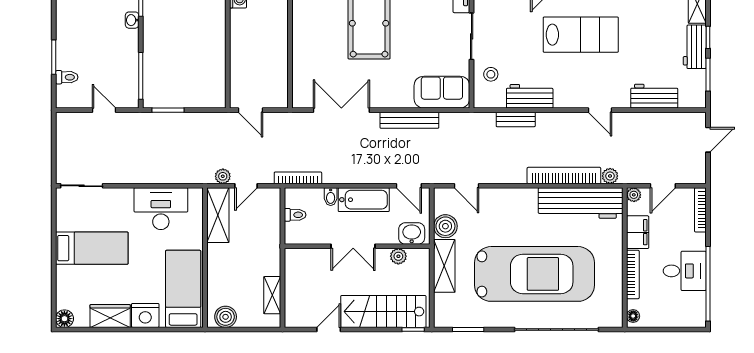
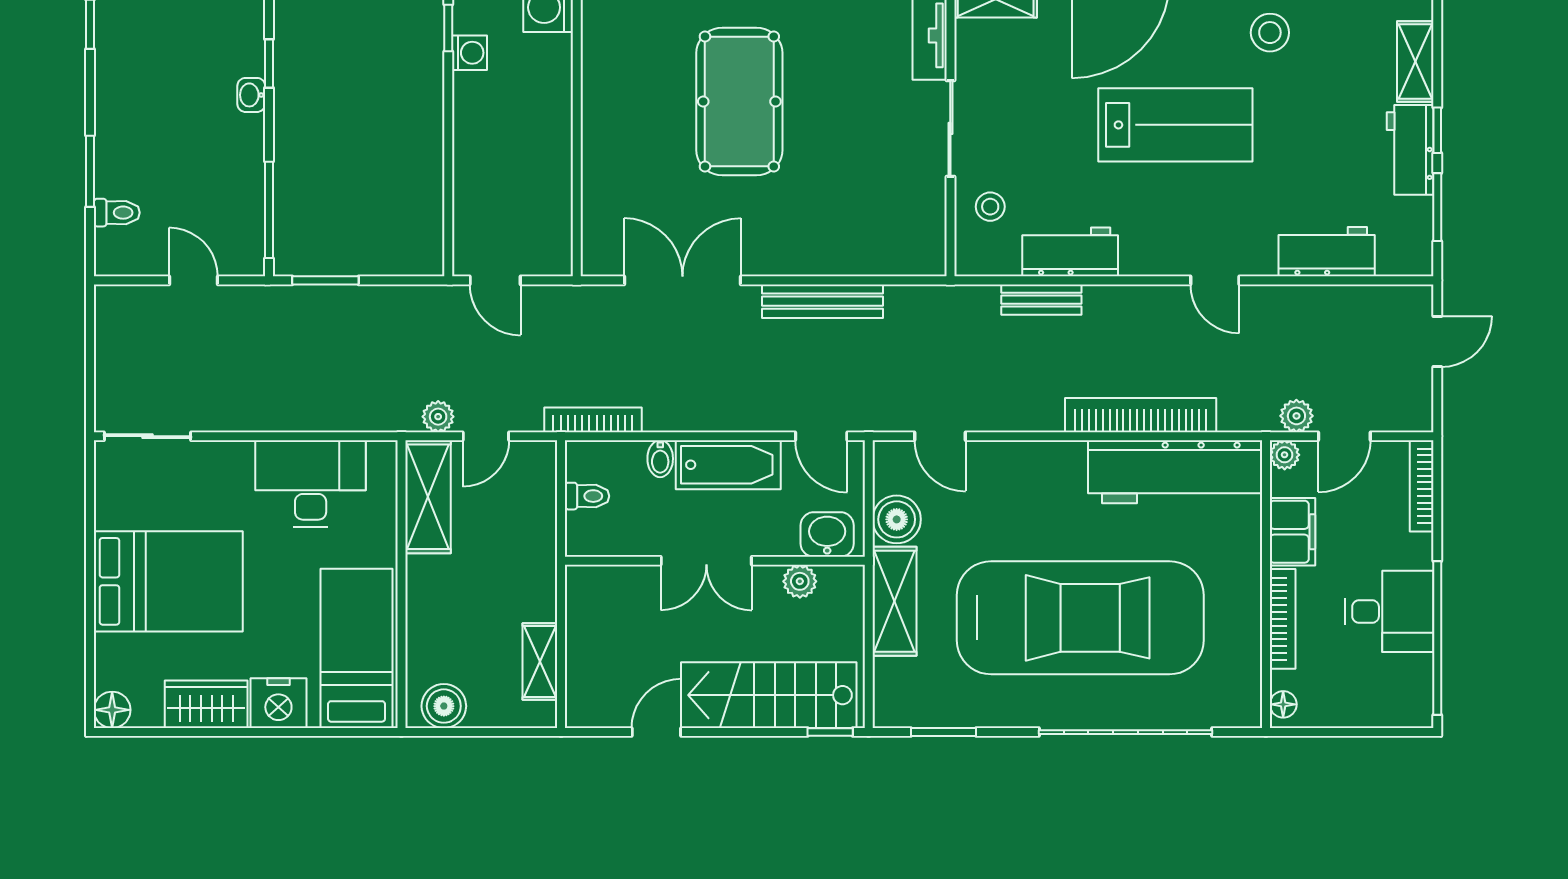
sofa: (442, 92) -> (889, 243), removed
plant: (610, 176) -> (1296, 416), moved
bed: (92, 248) -> (168, 581), width x1.50

